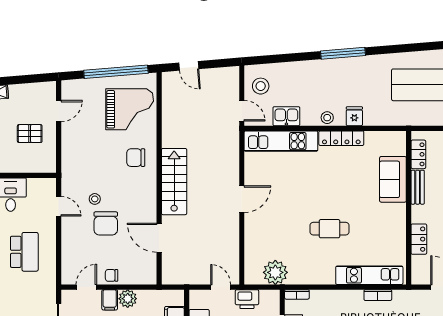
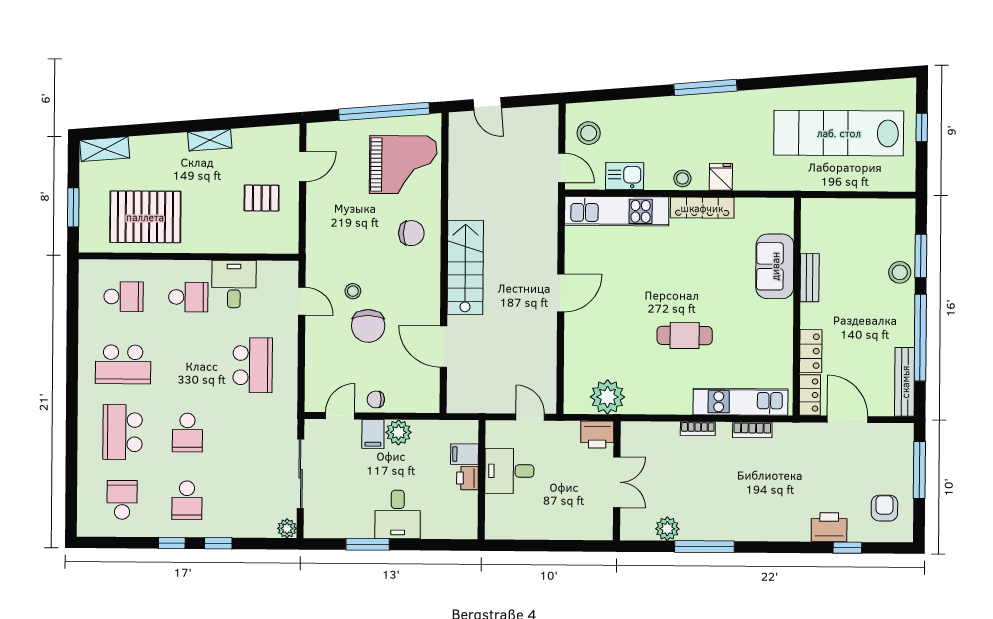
locker: (418, 154) -> (810, 395), moved
chair: (136, 158) -> (411, 233), turned 180
bookcase: (297, 294) -> (698, 429), moved
printer: (247, 299) -> (597, 435), moved

